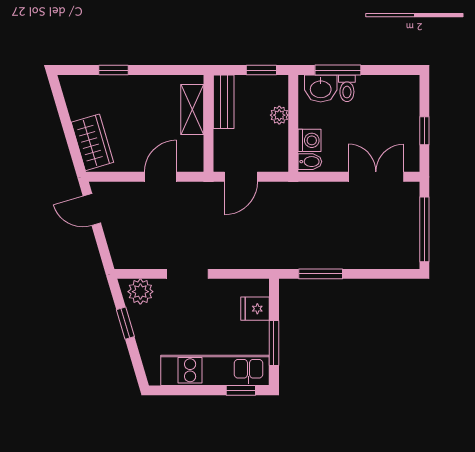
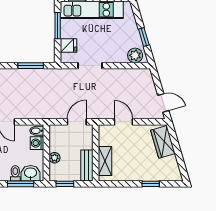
door: (161, 177) -> (123, 122), swing flipped
doorway: (188, 274) -> (90, 66), moved

